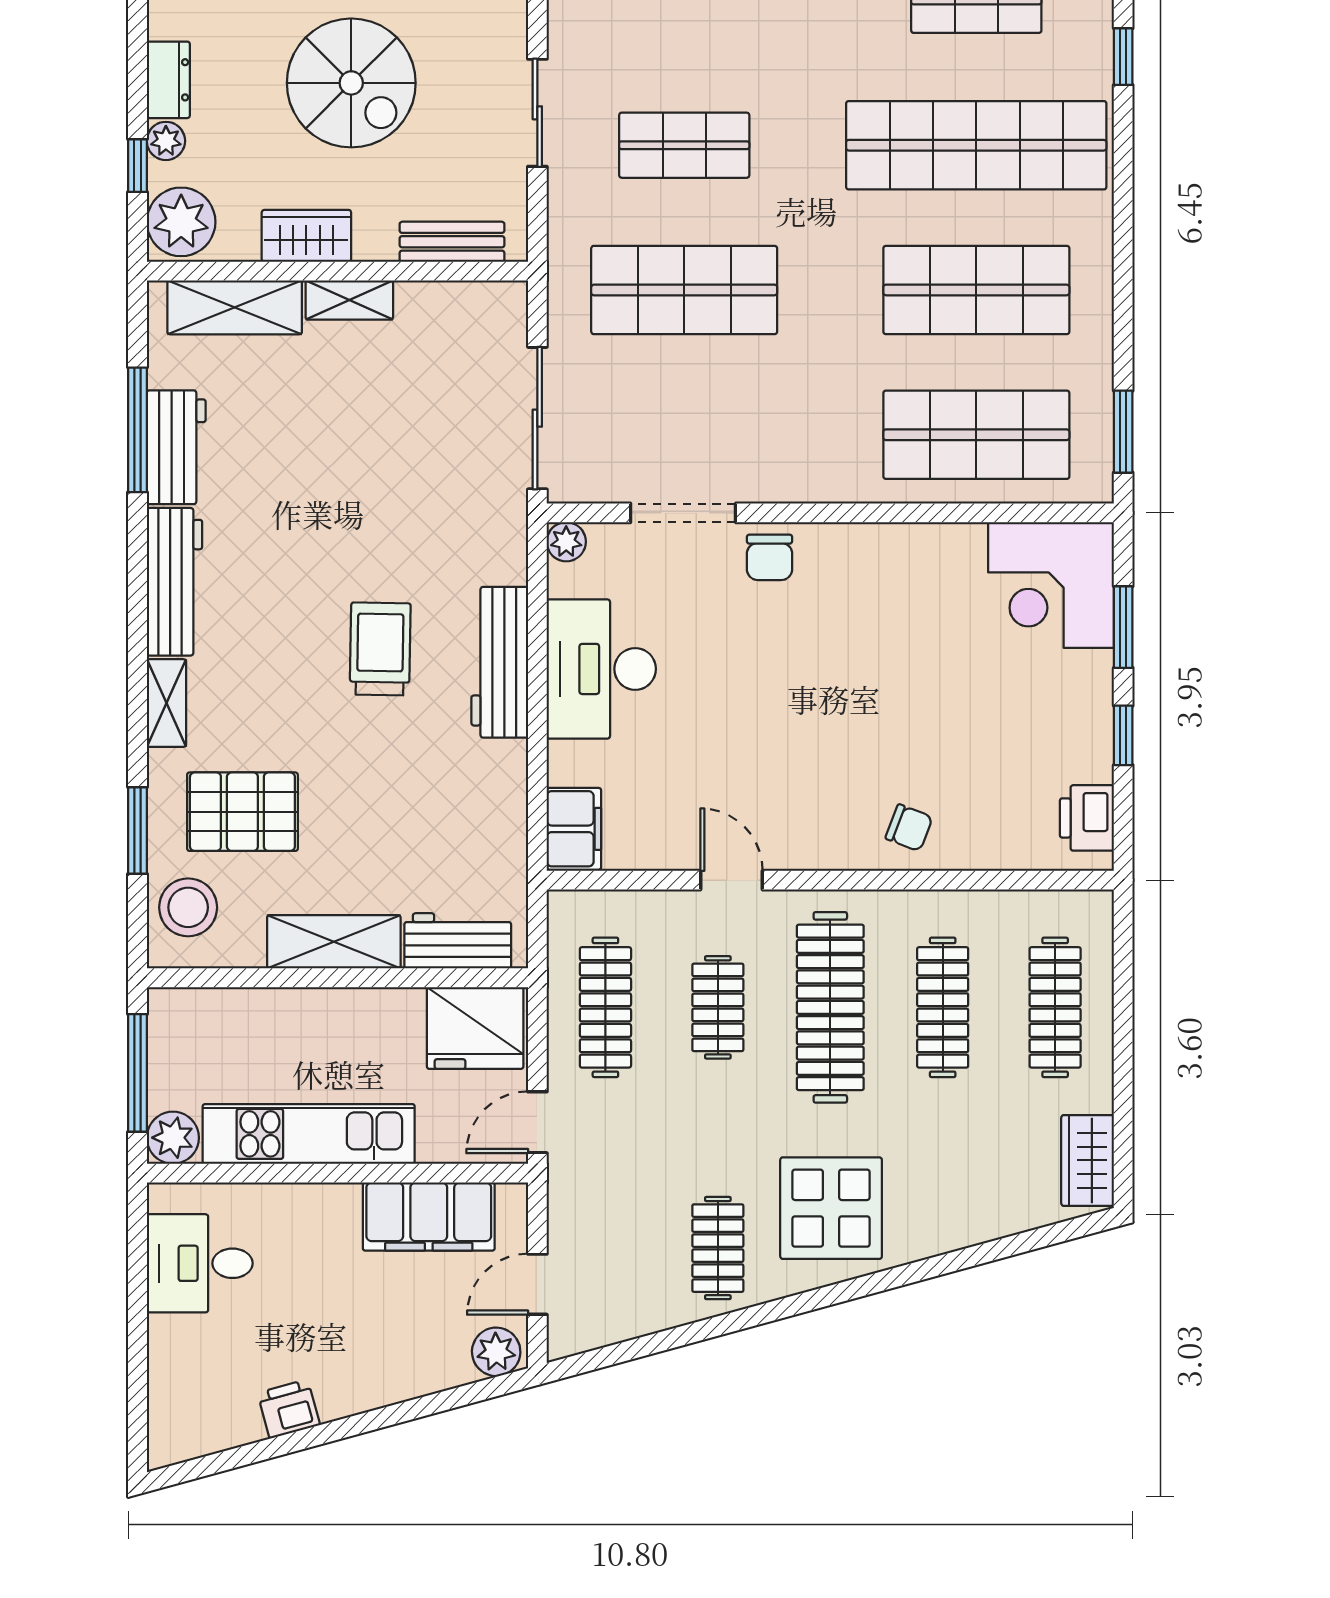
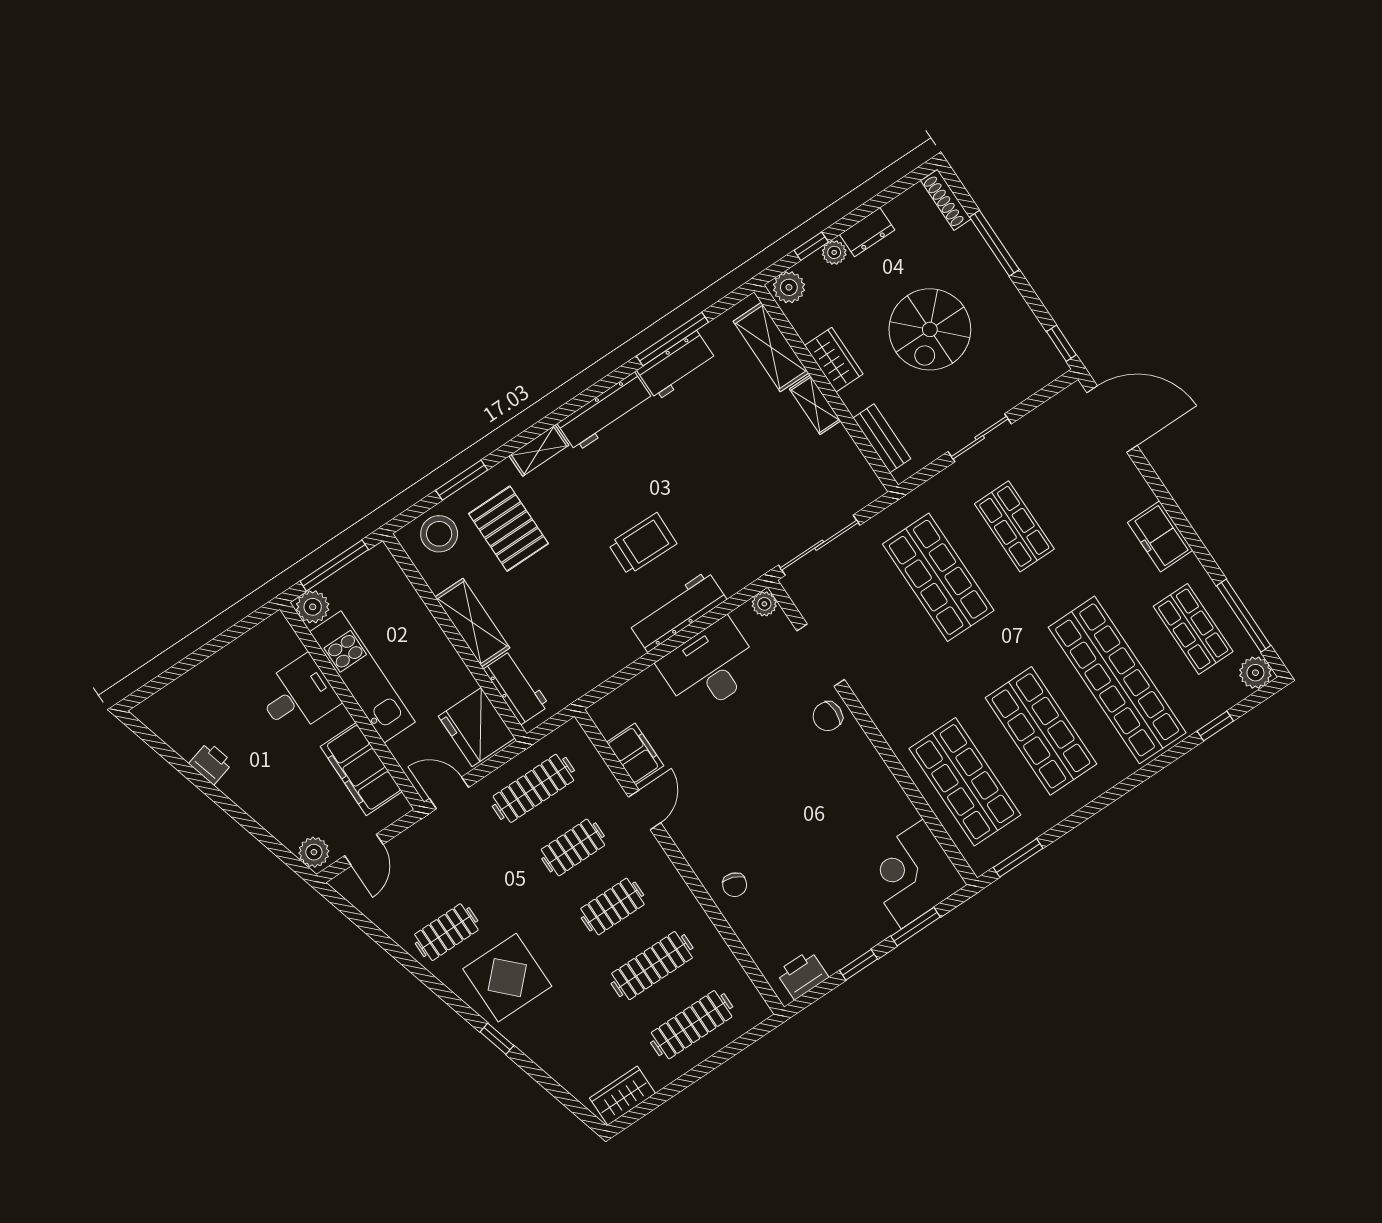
plant: (181, 222) -> (789, 287), width x0.73, depth x0.73
filing cabinet: (574, 829) -> (635, 754), moved, turned -90
clothes rail: (830, 1007) -> (612, 907), width x0.54, depth x0.76
desk: (200, 1263) -> (298, 696), moved, turned 90
window: (902, 1276) -> (497, 1039), added
door: (537, 1284) -> (364, 850), swing flipped

